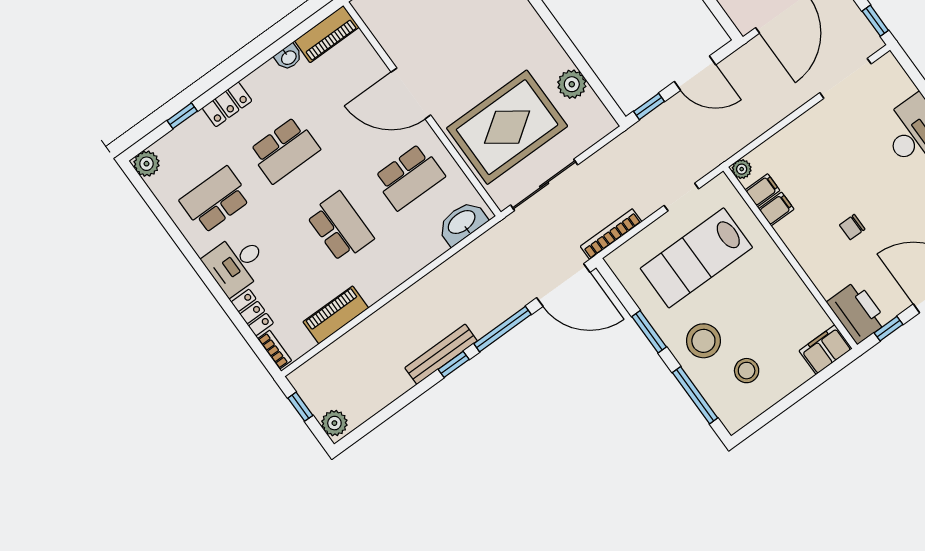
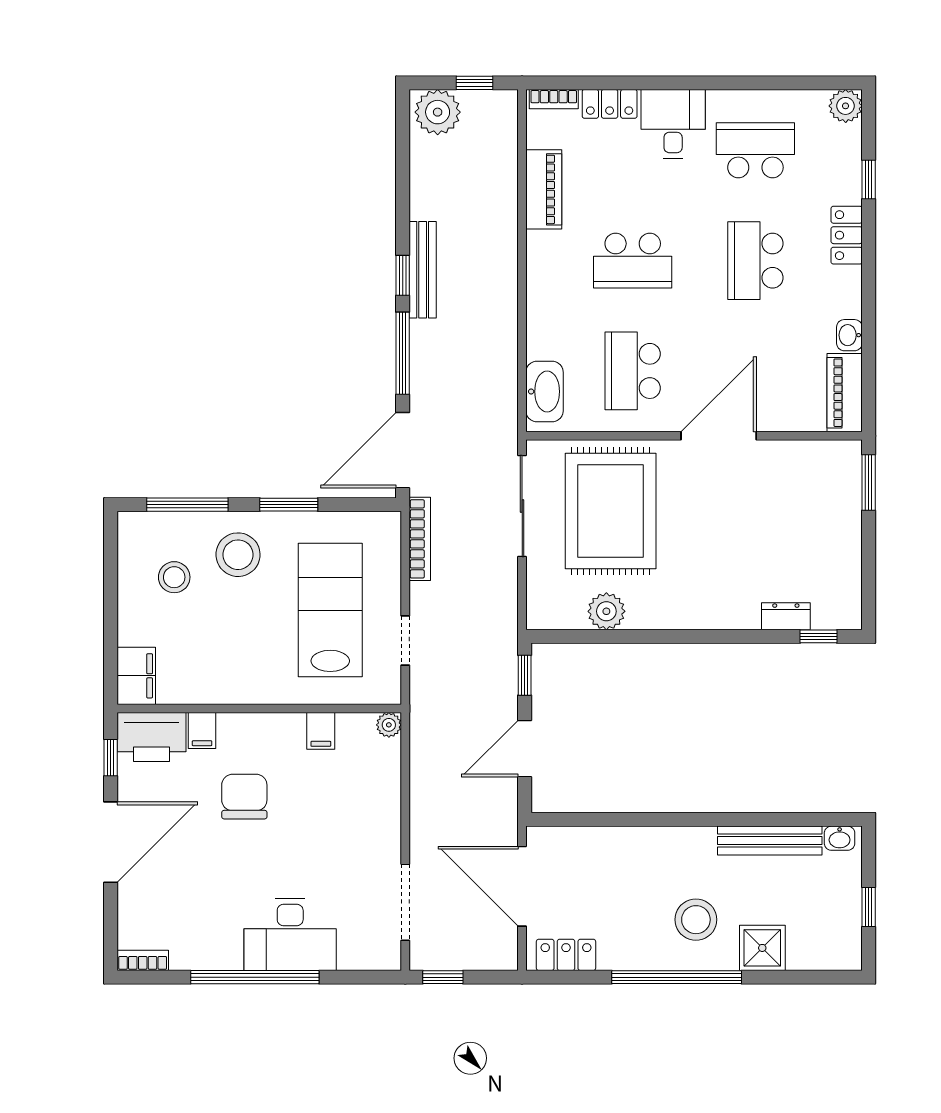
filing cabinet: (762, 190) -> (202, 731), moved
school desk: (215, 200) -> (755, 150), turned -90
chair: (852, 227) -> (244, 797), width x1.87, depth x1.87
plant: (334, 423) -> (438, 112), width x1.36, depth x1.36

